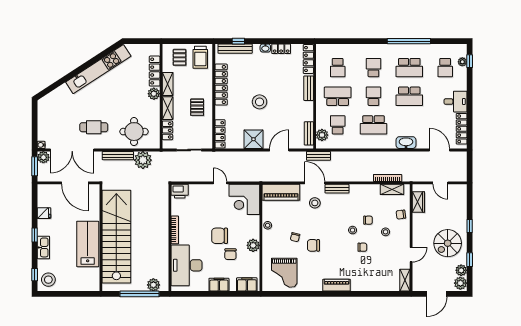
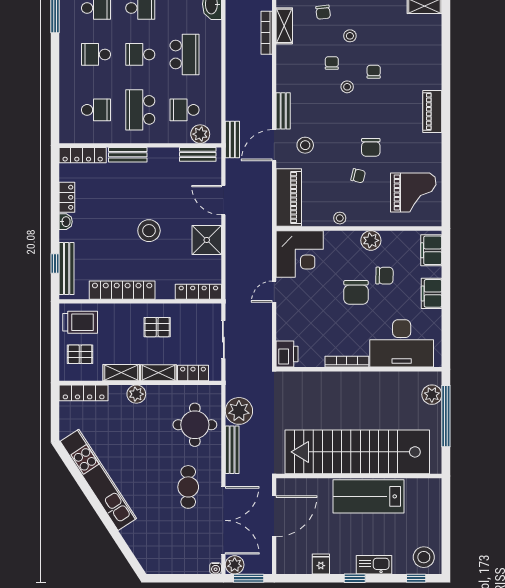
locker: (155, 71) -> (84, 393), moved

